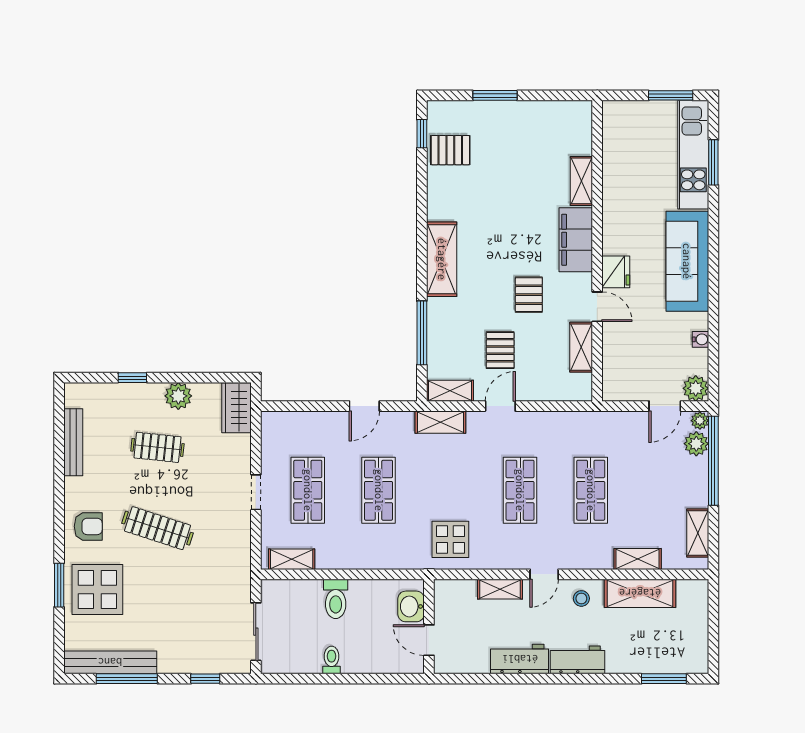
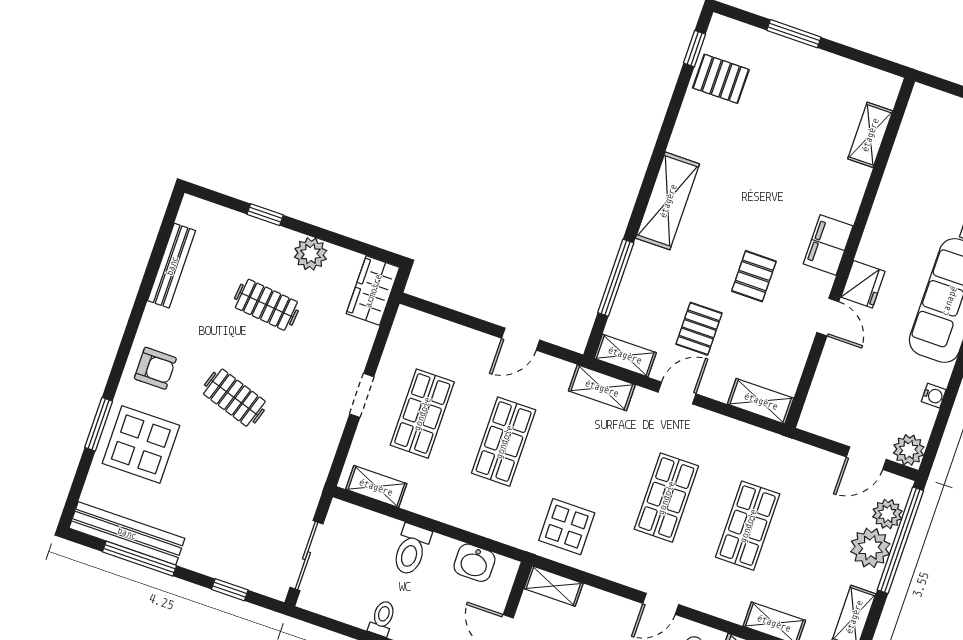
shelving: (581, 181) -> (870, 135), moved
filing cabinet: (576, 240) -> (828, 245), width x0.67, depth x0.86
shelving: (581, 347) -> (761, 401), moved, turned 90
plant: (700, 421) -> (870, 548), moved, width x1.88, depth x1.88
clothes rail: (157, 528) -> (234, 398), width x0.73
shelving: (500, 589) -> (553, 586), moved
washbasin: (411, 606) -> (474, 563), moved, turned -90

